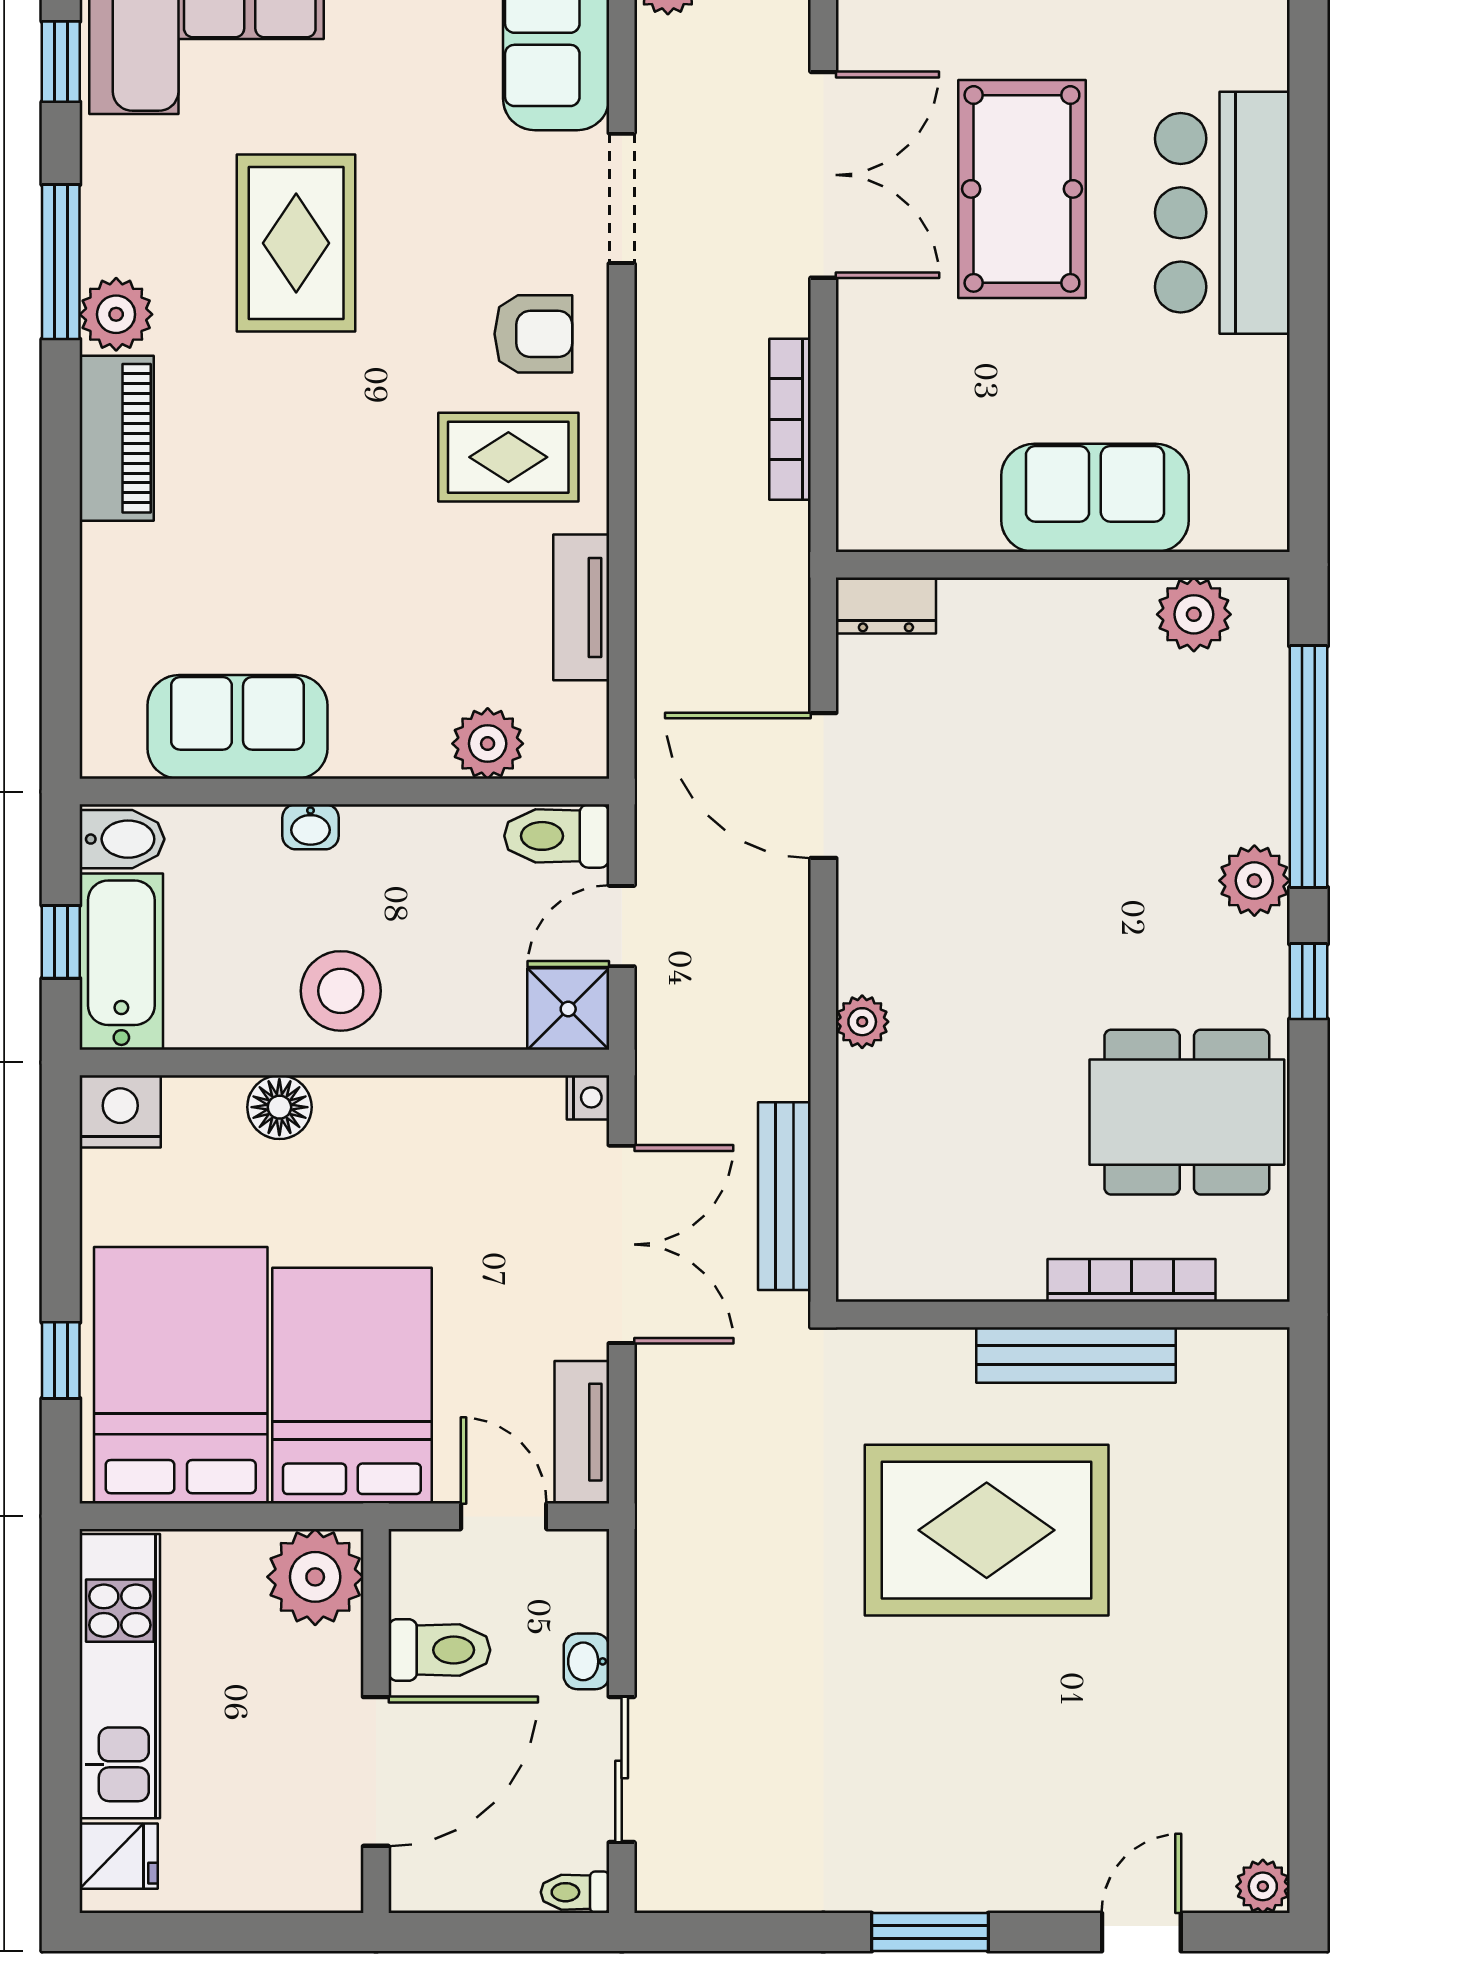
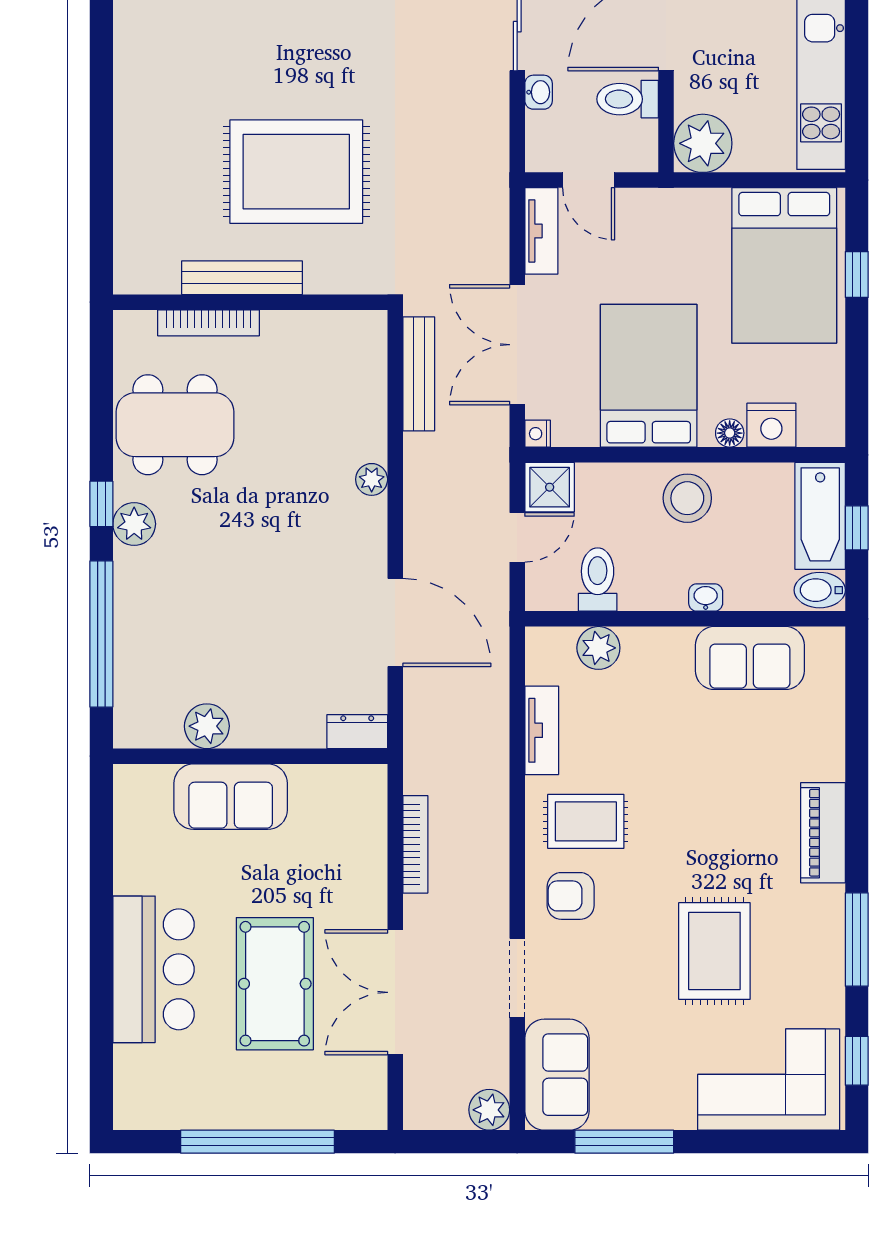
plant: (116, 314) -> (823, 908), removed
plant: (1194, 614) -> (207, 726), moved
toilet: (557, 836) -> (598, 580), moved, turned -90
plant: (1254, 881) -> (134, 524), moved
floor lamp: (279, 1107) -> (730, 433), width x0.73, depth x0.73
nightstand: (120, 1111) -> (771, 425), moved
bed: (352, 1386) -> (649, 376), moved, turned 180

